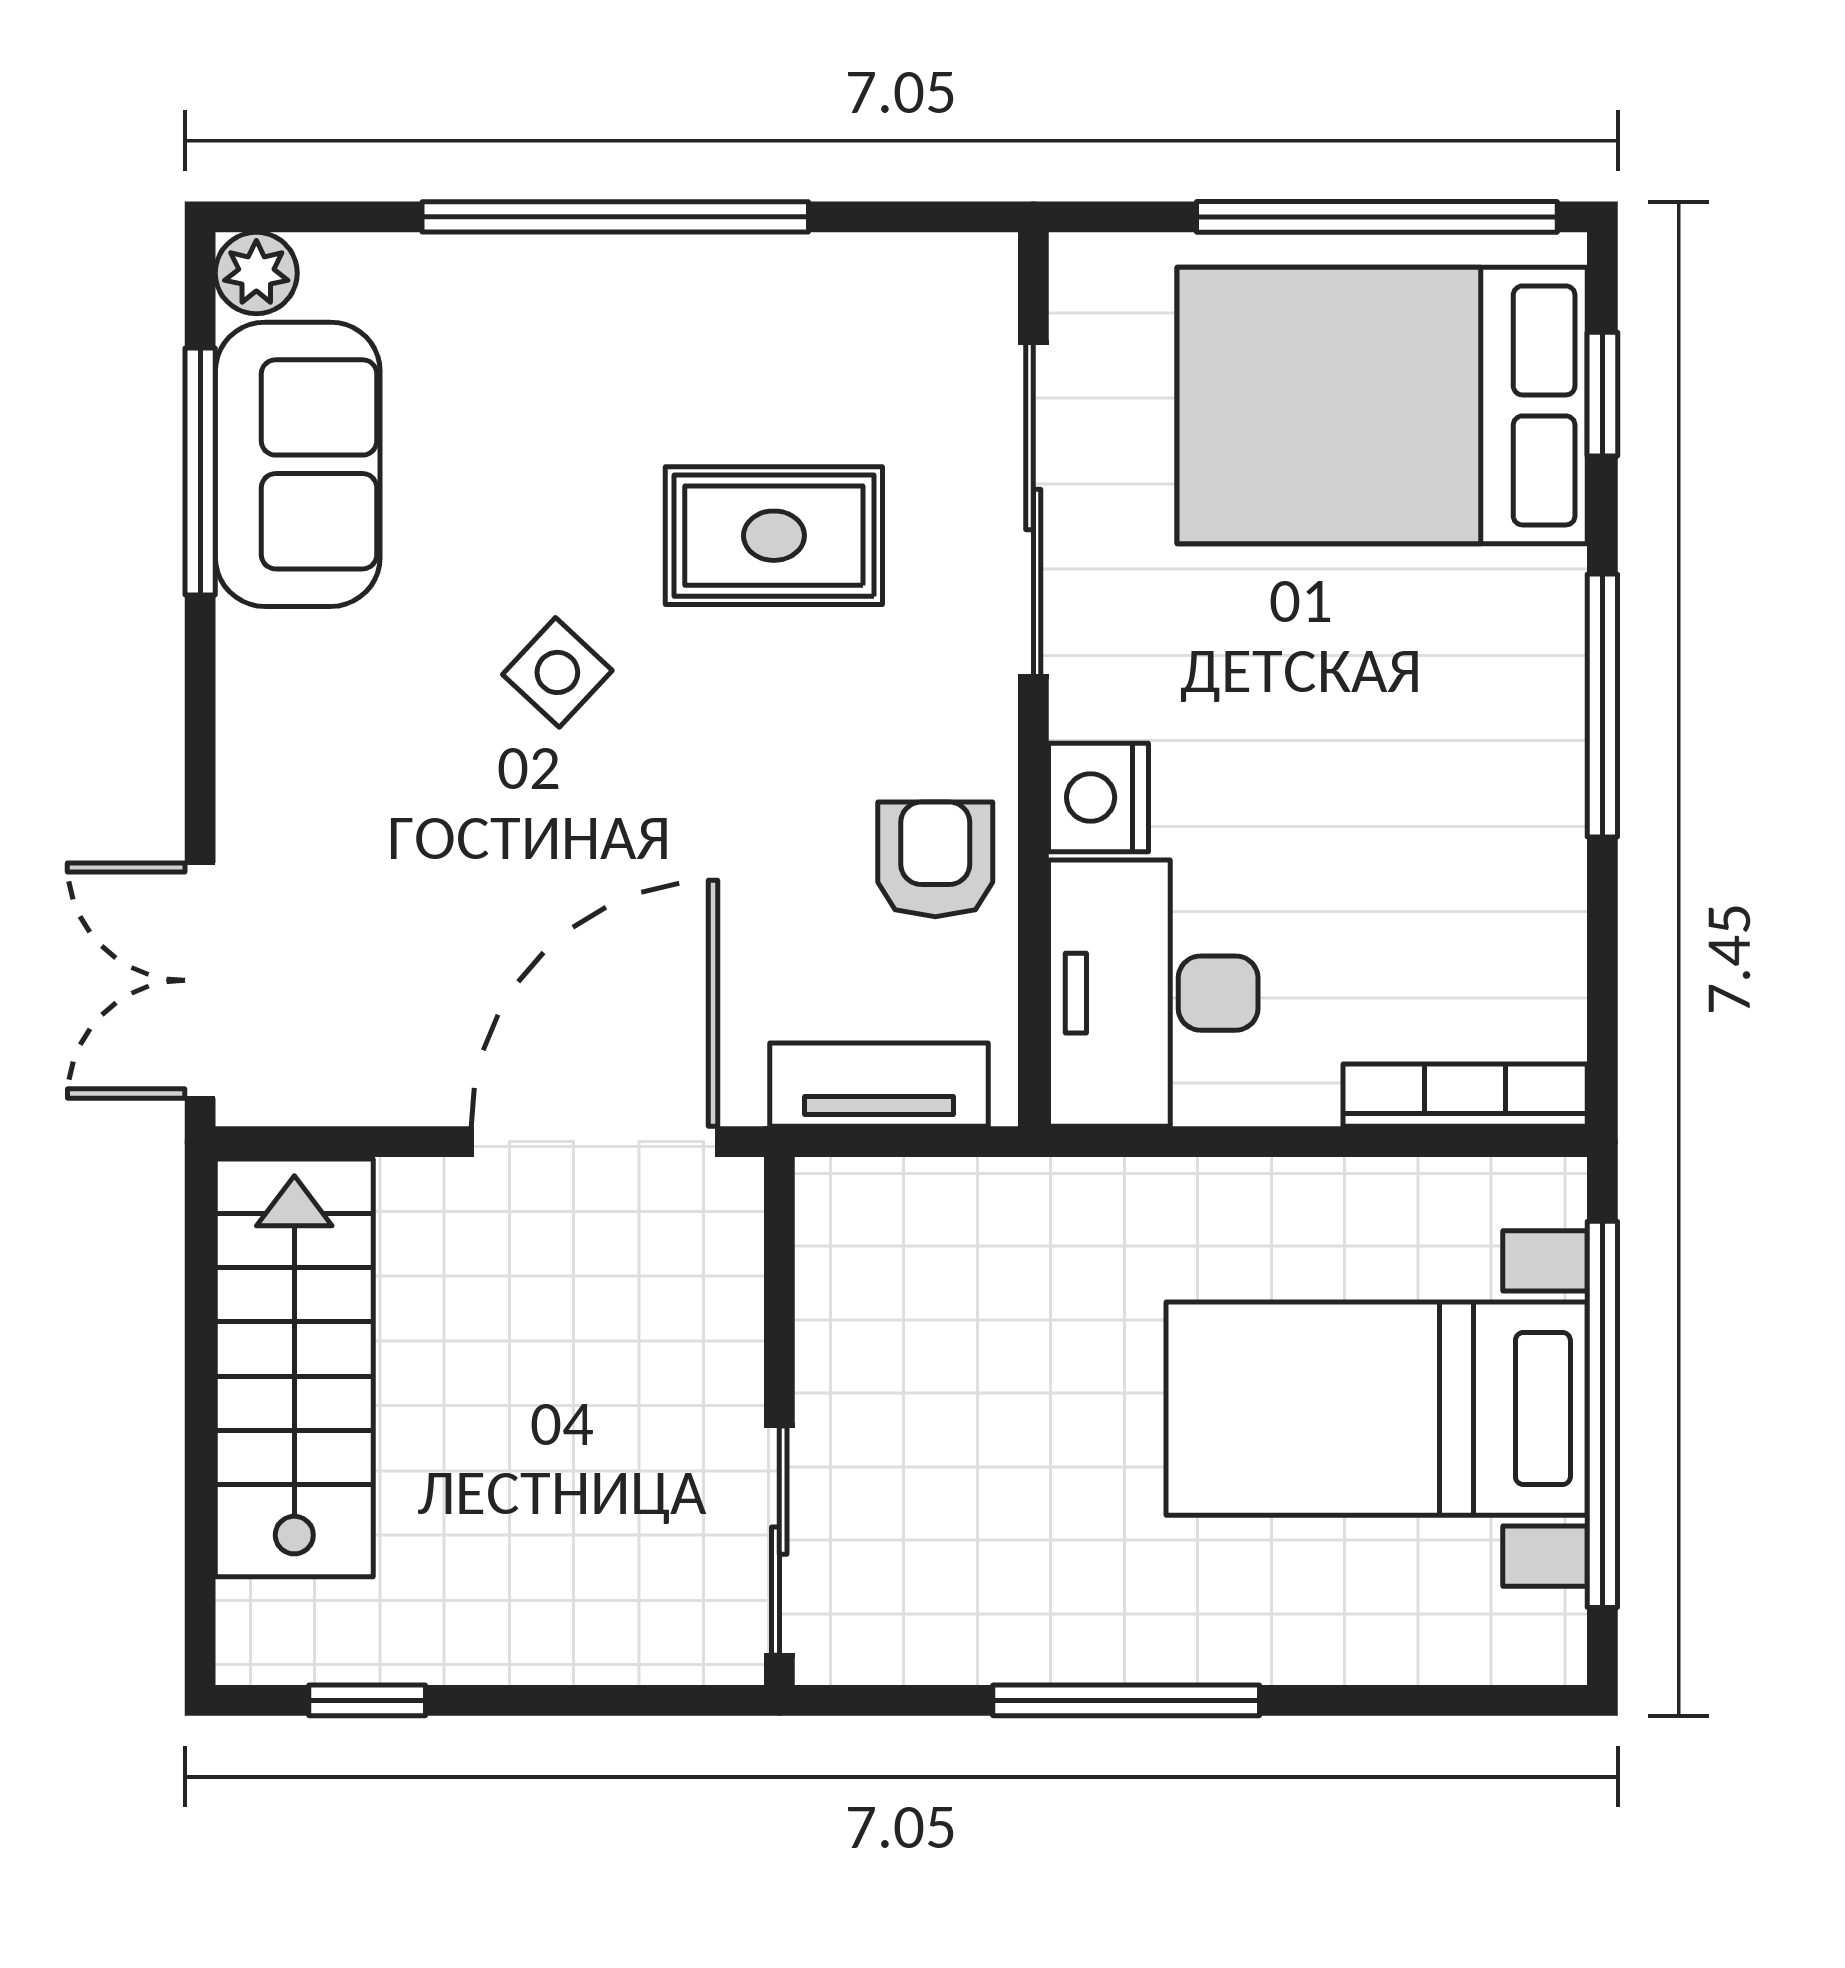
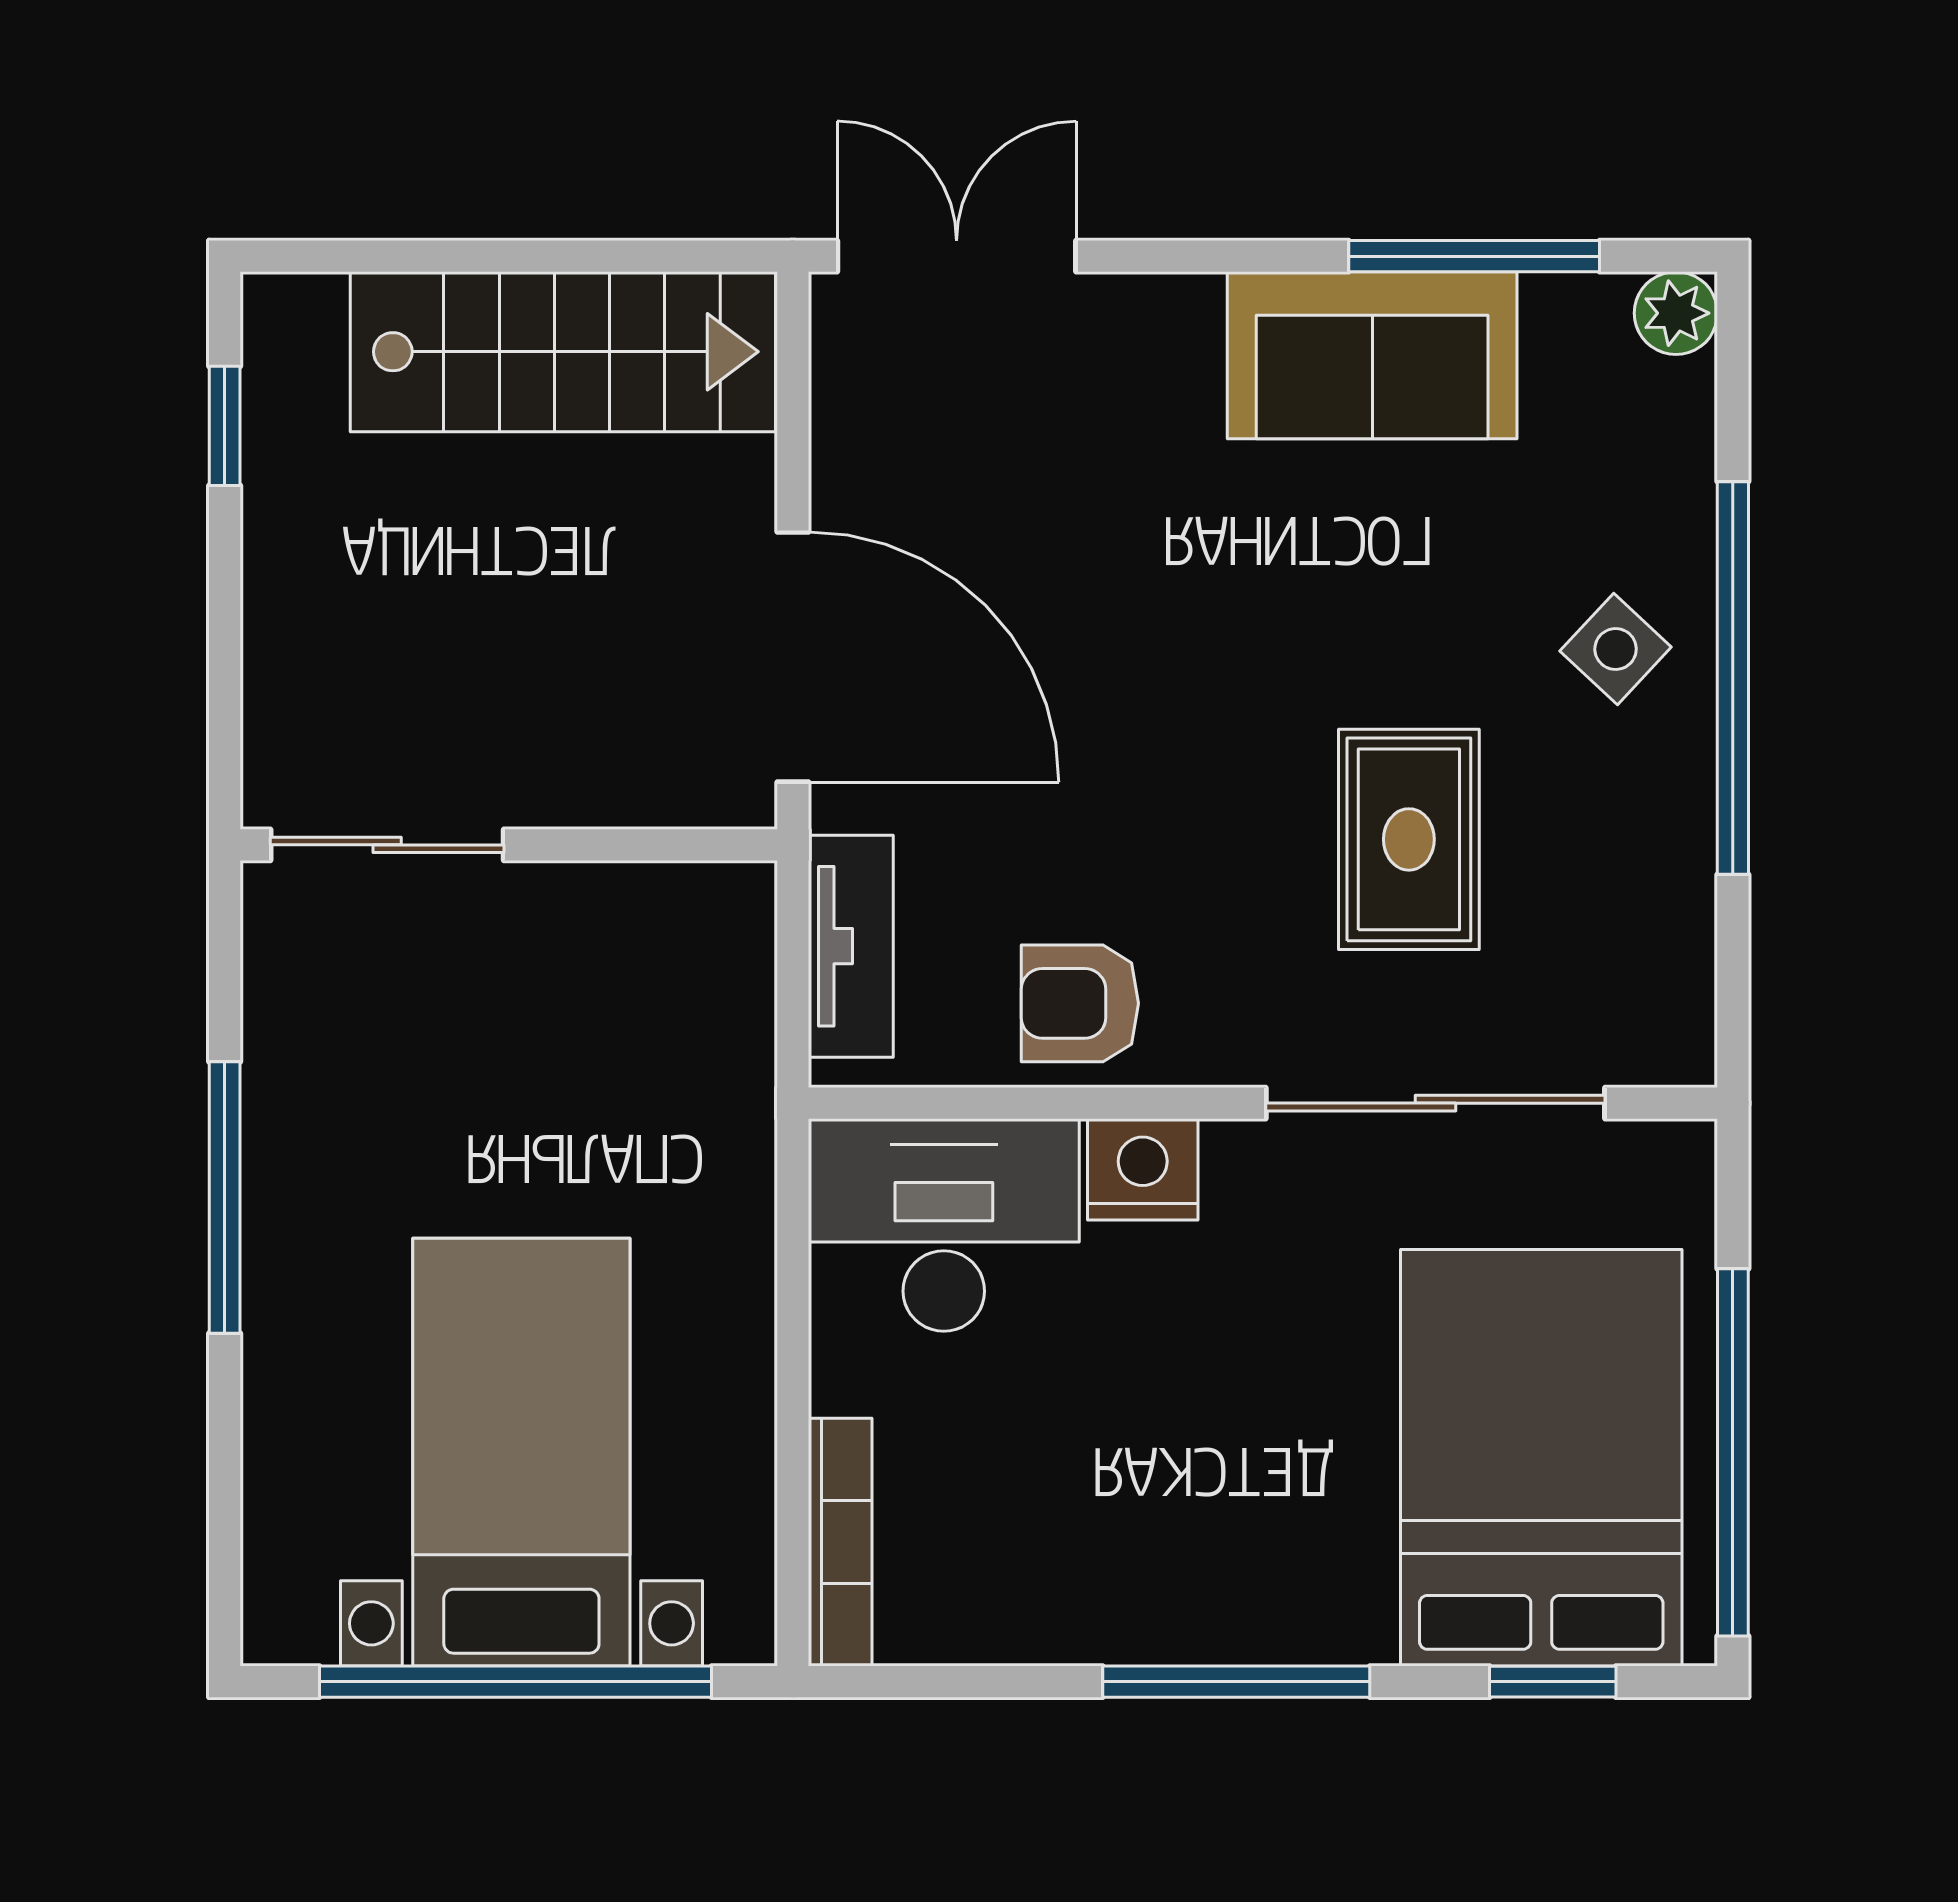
sofa: (298, 464) -> (1372, 355), moved
side table: (557, 672) -> (1616, 649), moved
armchair: (935, 859) -> (1080, 1003), turned 180

